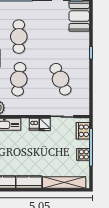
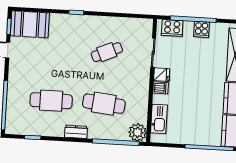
cafe table: (60, 79) -> (107, 52), width x0.73, depth x0.74

